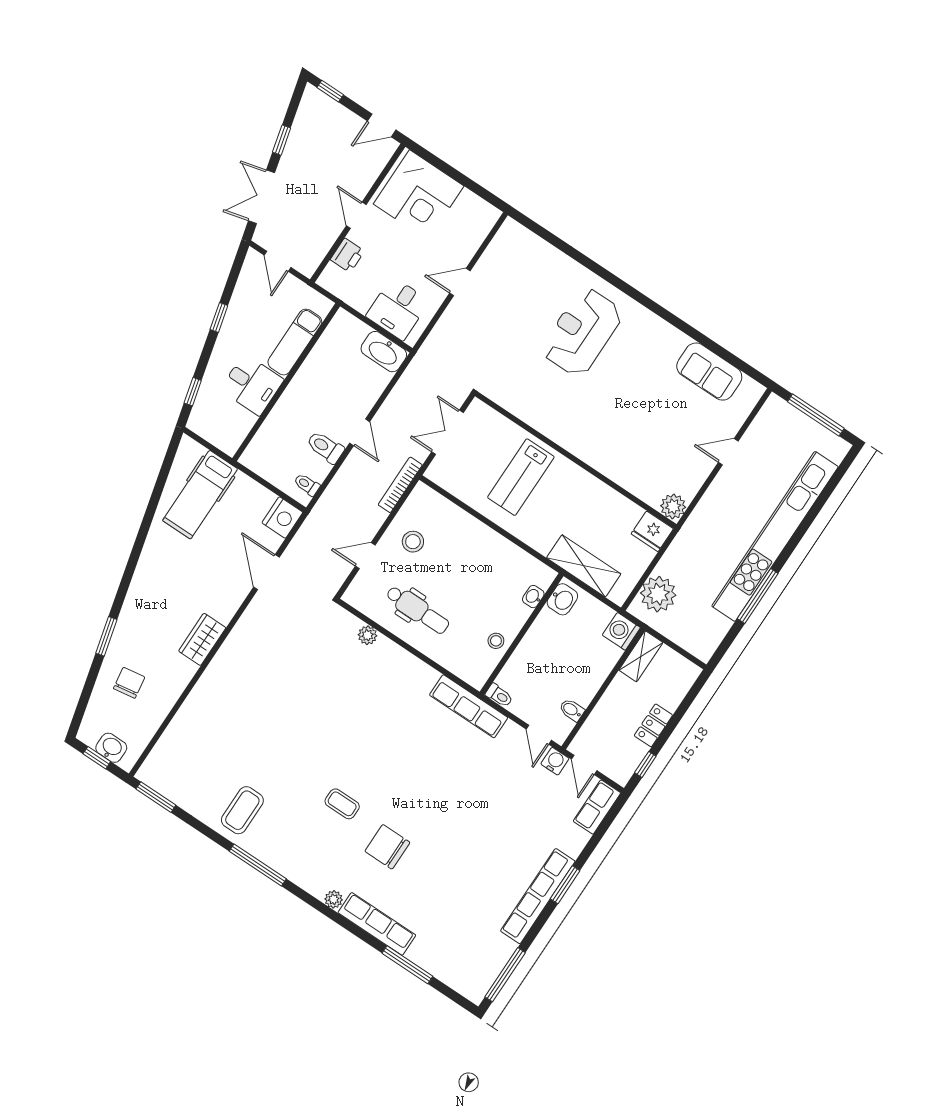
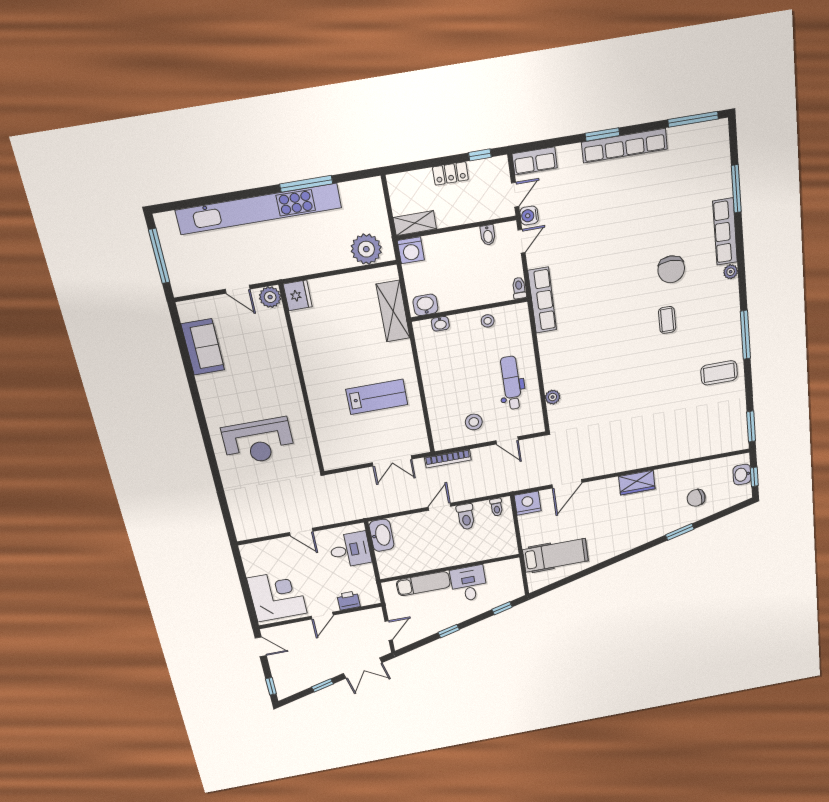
wall: (576, 460) -> (302, 381), moved
plant: (673, 506) -> (270, 297), moved
fridge: (652, 531) -> (298, 295), moved

